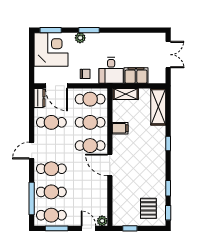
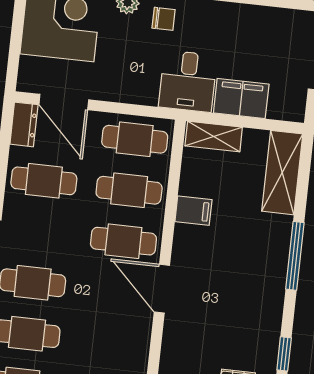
chair: (85, 74) -> (164, 19), moved
window: (168, 144) -> (295, 256), width x2.17

